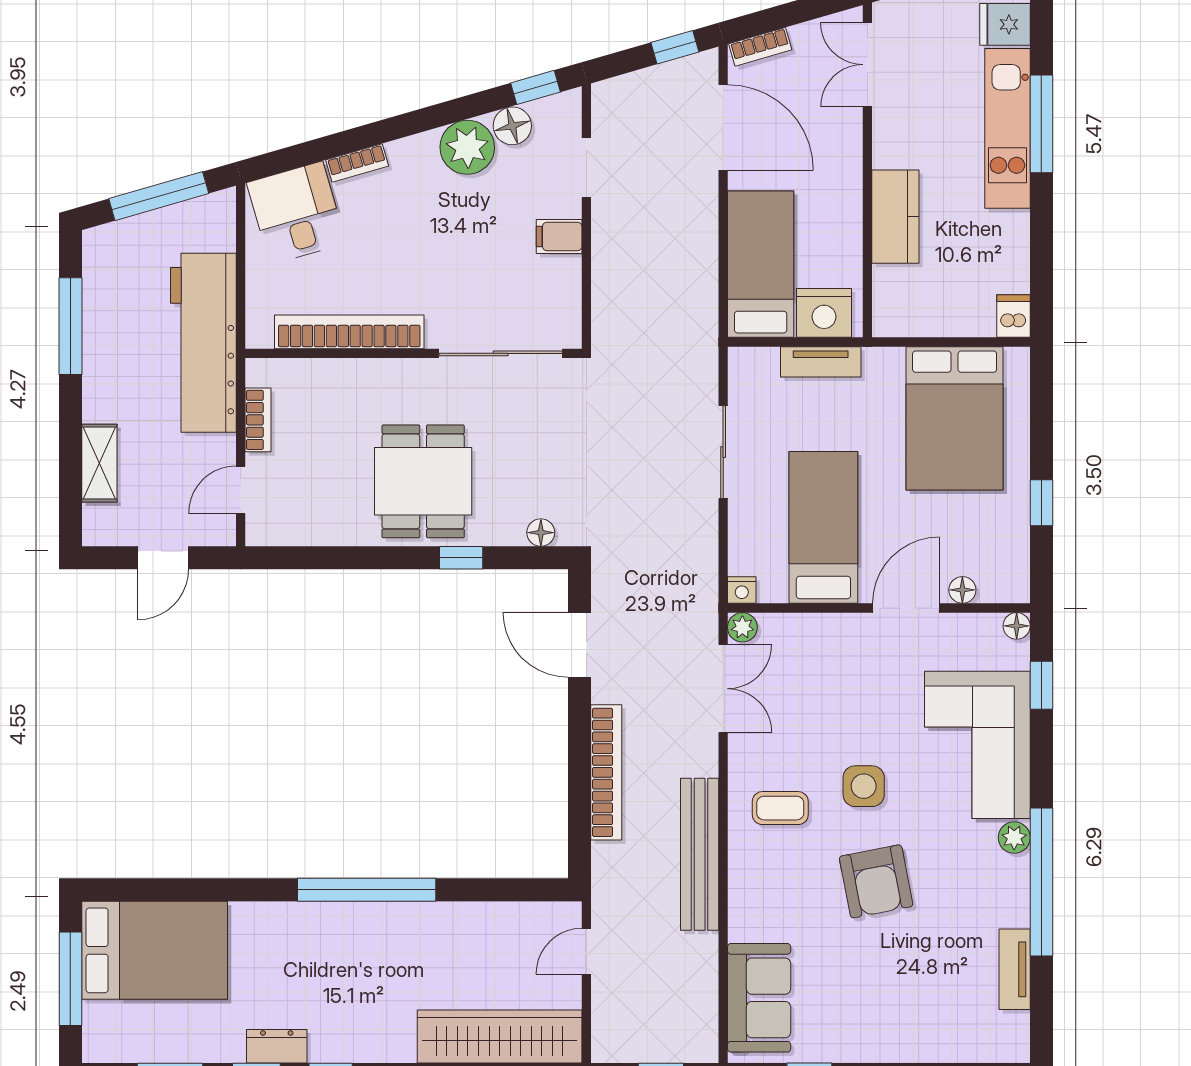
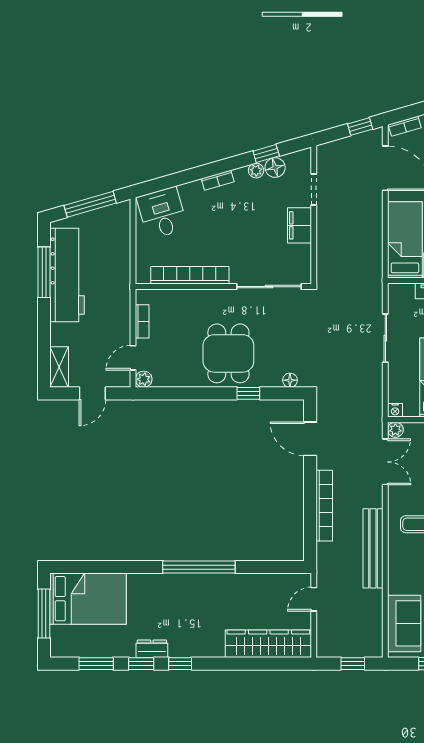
window: (536, 87) -> (266, 154), moved
plant: (467, 147) -> (256, 171), width x0.53, depth x0.53
bookcase: (357, 163) -> (218, 180), moved
filing cabinet: (559, 236) -> (300, 225), width x2.00
workbench: (203, 343) -> (67, 275), moved, turned 180
shelving: (99, 463) -> (59, 367), moved
plant: (261, 531) -> (144, 379), added

